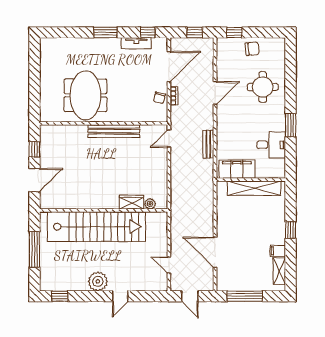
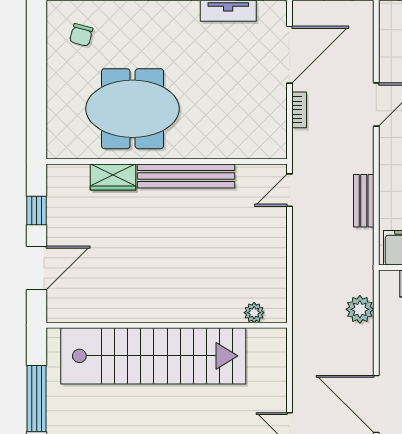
meeting table: (85, 95) -> (133, 109), turned 90
chair: (159, 98) -> (81, 35), moved
wardrobe: (132, 202) -> (113, 177), moved, turned 180
plant: (206, 202) -> (360, 309), added

